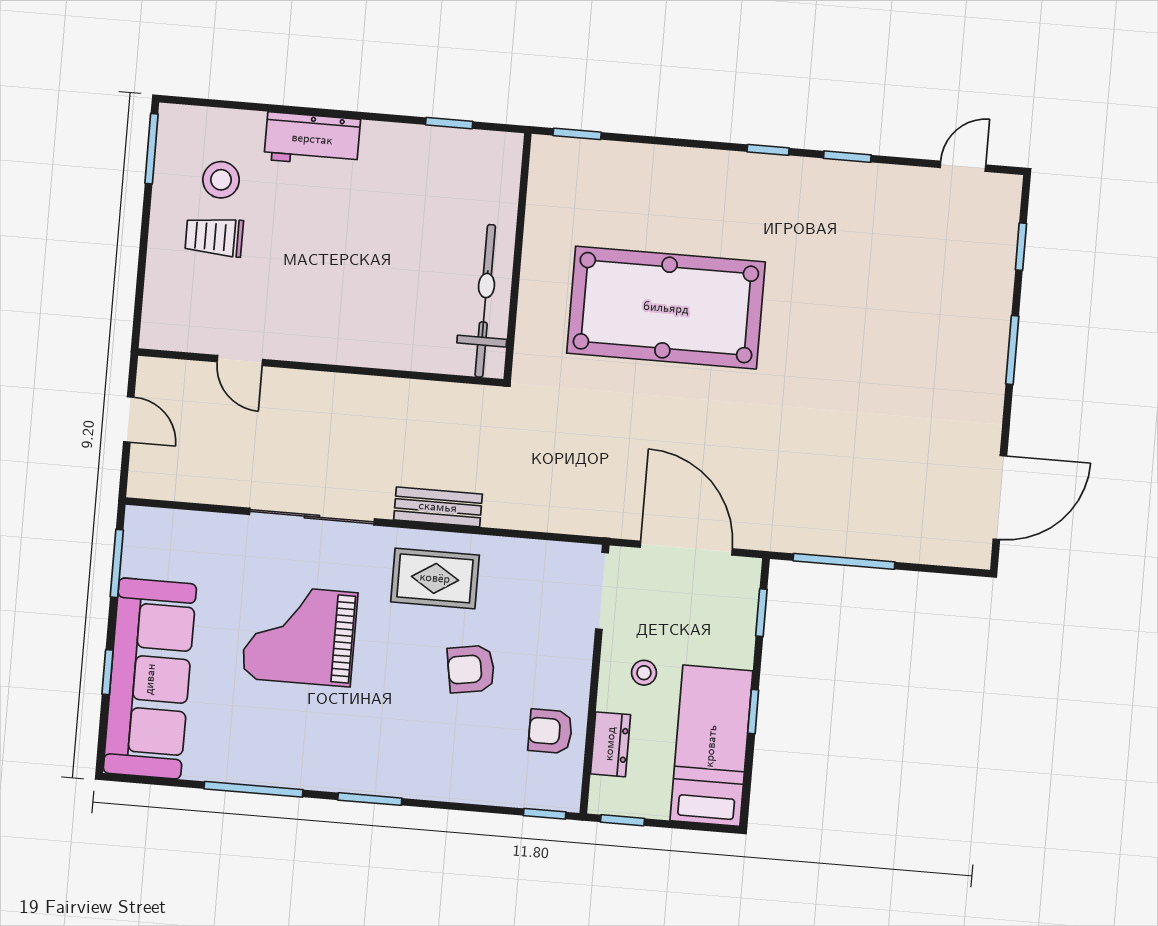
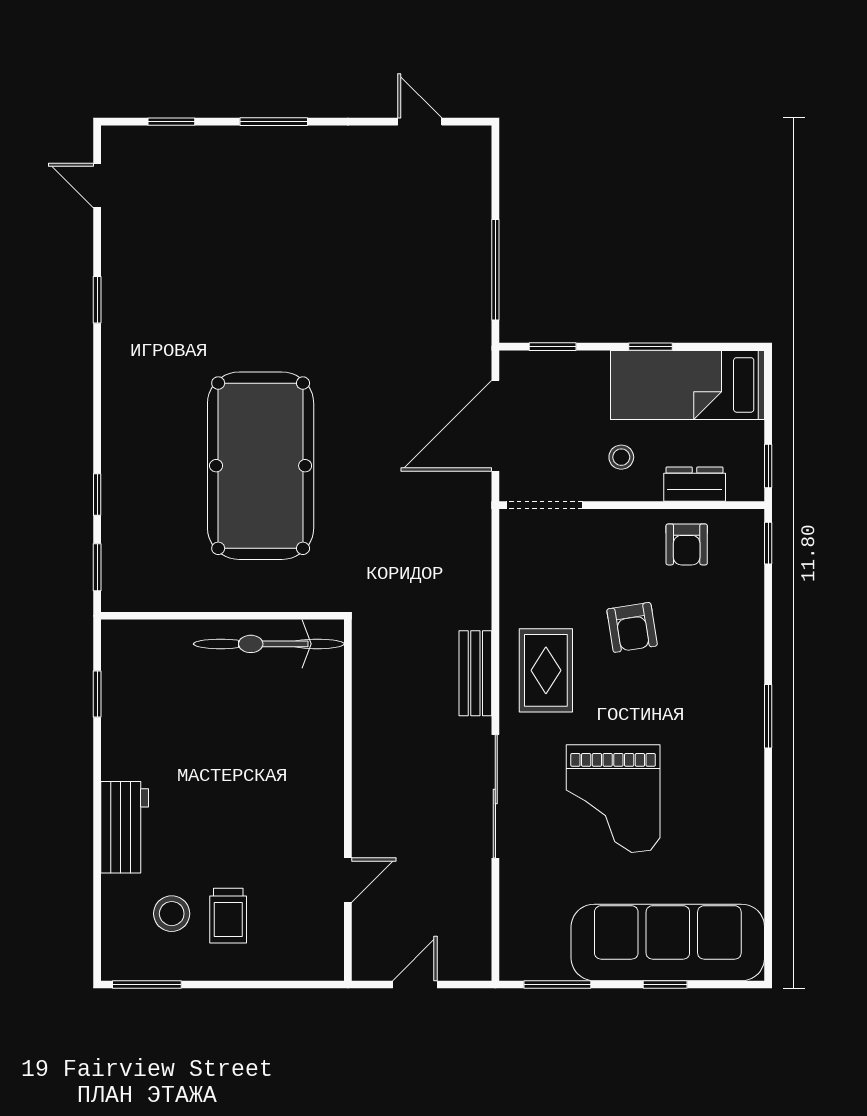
window: (768, 150) -> (97, 494), moved
door: (1000, 498) -> (420, 122), width x0.53
window: (254, 789) -> (768, 831), removed

